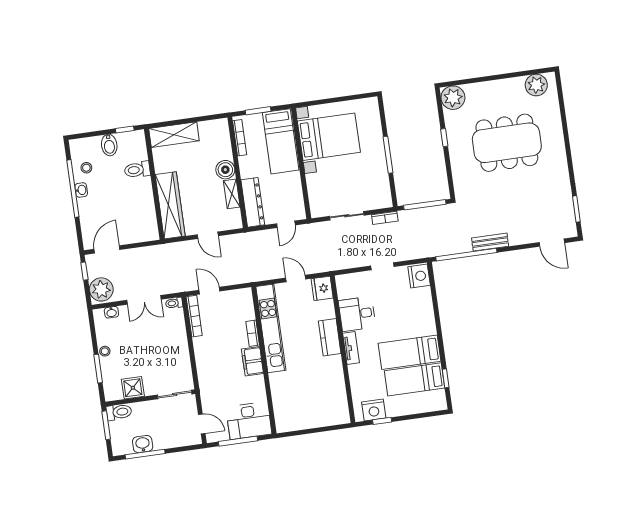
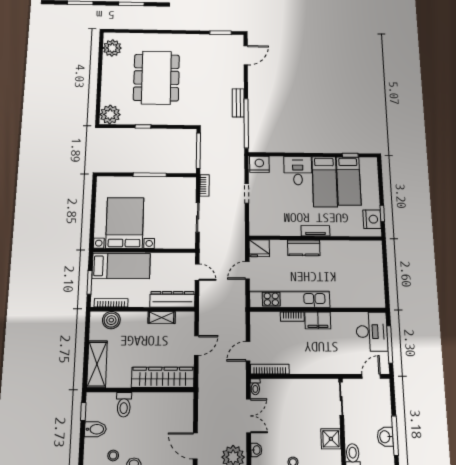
boiler: (225, 170) -> (111, 320), moved
desk: (357, 314) -> (298, 171), moved, turned 180

